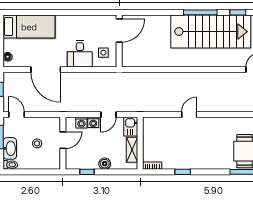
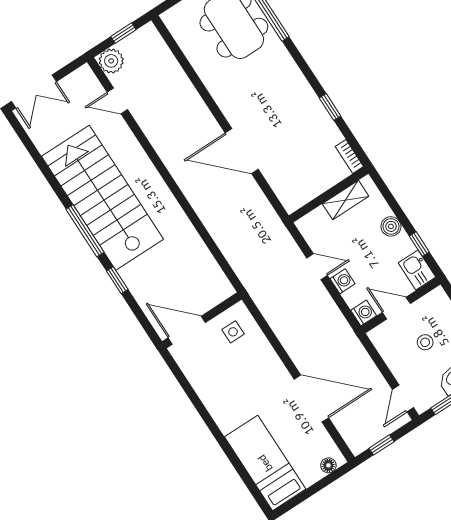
window: (238, 12) -> (117, 280), moved
desk: (80, 54) -> (257, 365), removed
door: (46, 70) -> (311, 398), hinge flipped
door: (189, 115) -> (242, 151), width x1.87
washing machine: (81, 123) -> (364, 313), moved
kitchen sink: (131, 127) -> (417, 270), moved, turned 90

